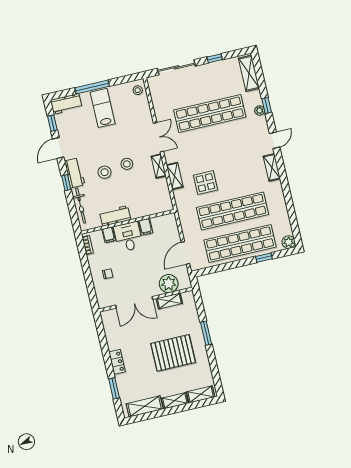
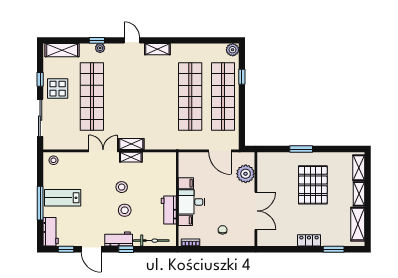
shelving: (175, 176) -> (131, 144), moved
display table: (205, 183) -> (58, 89), moved
shelving: (169, 301) -> (262, 177), removed

